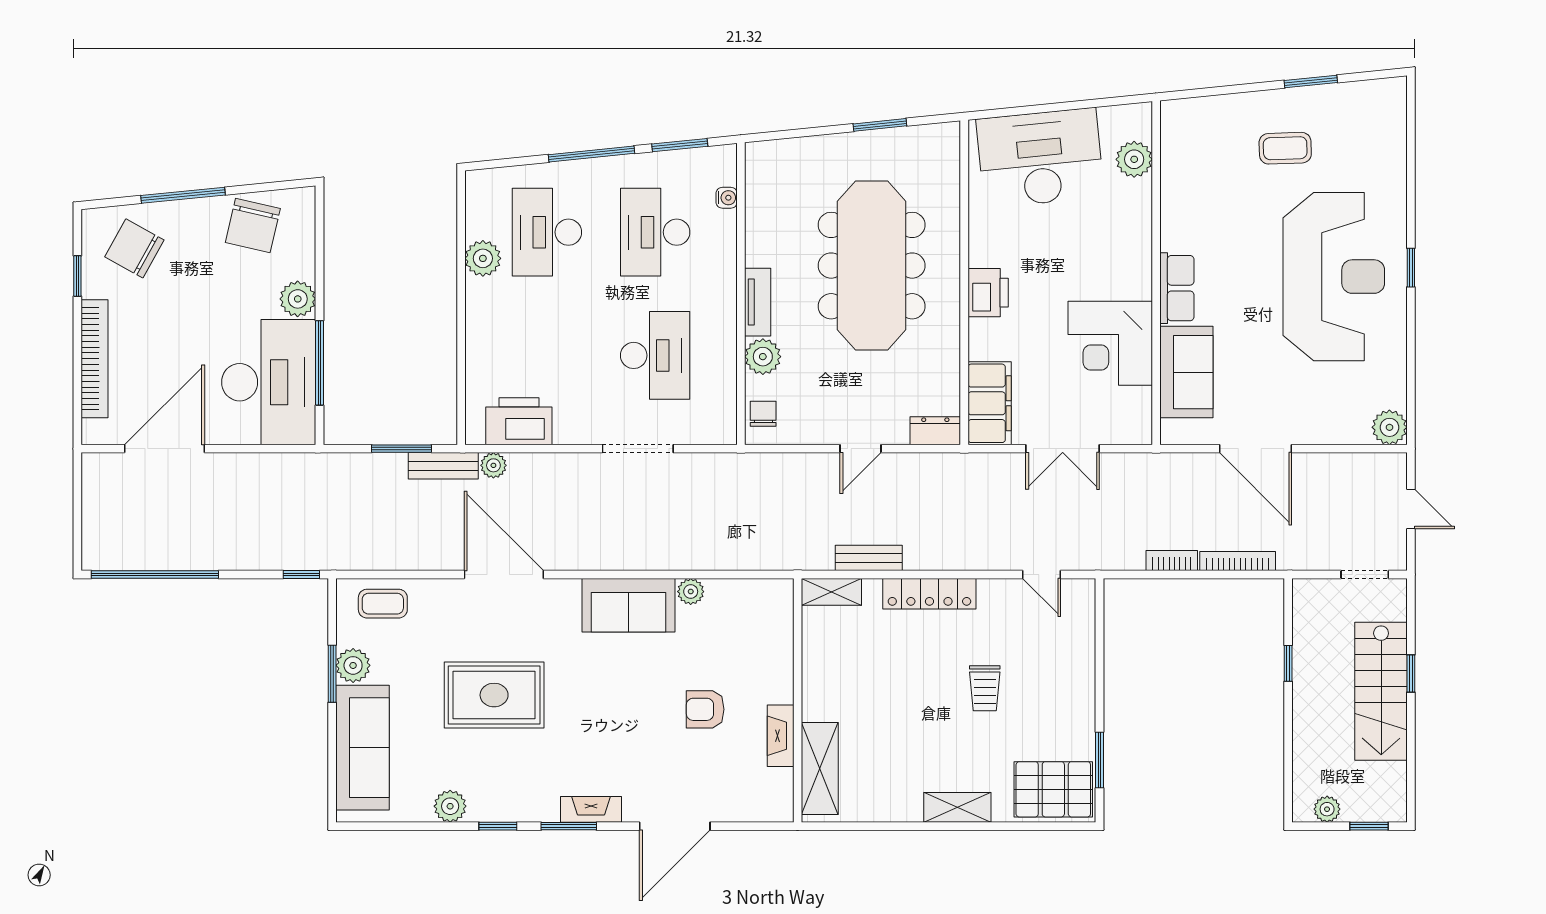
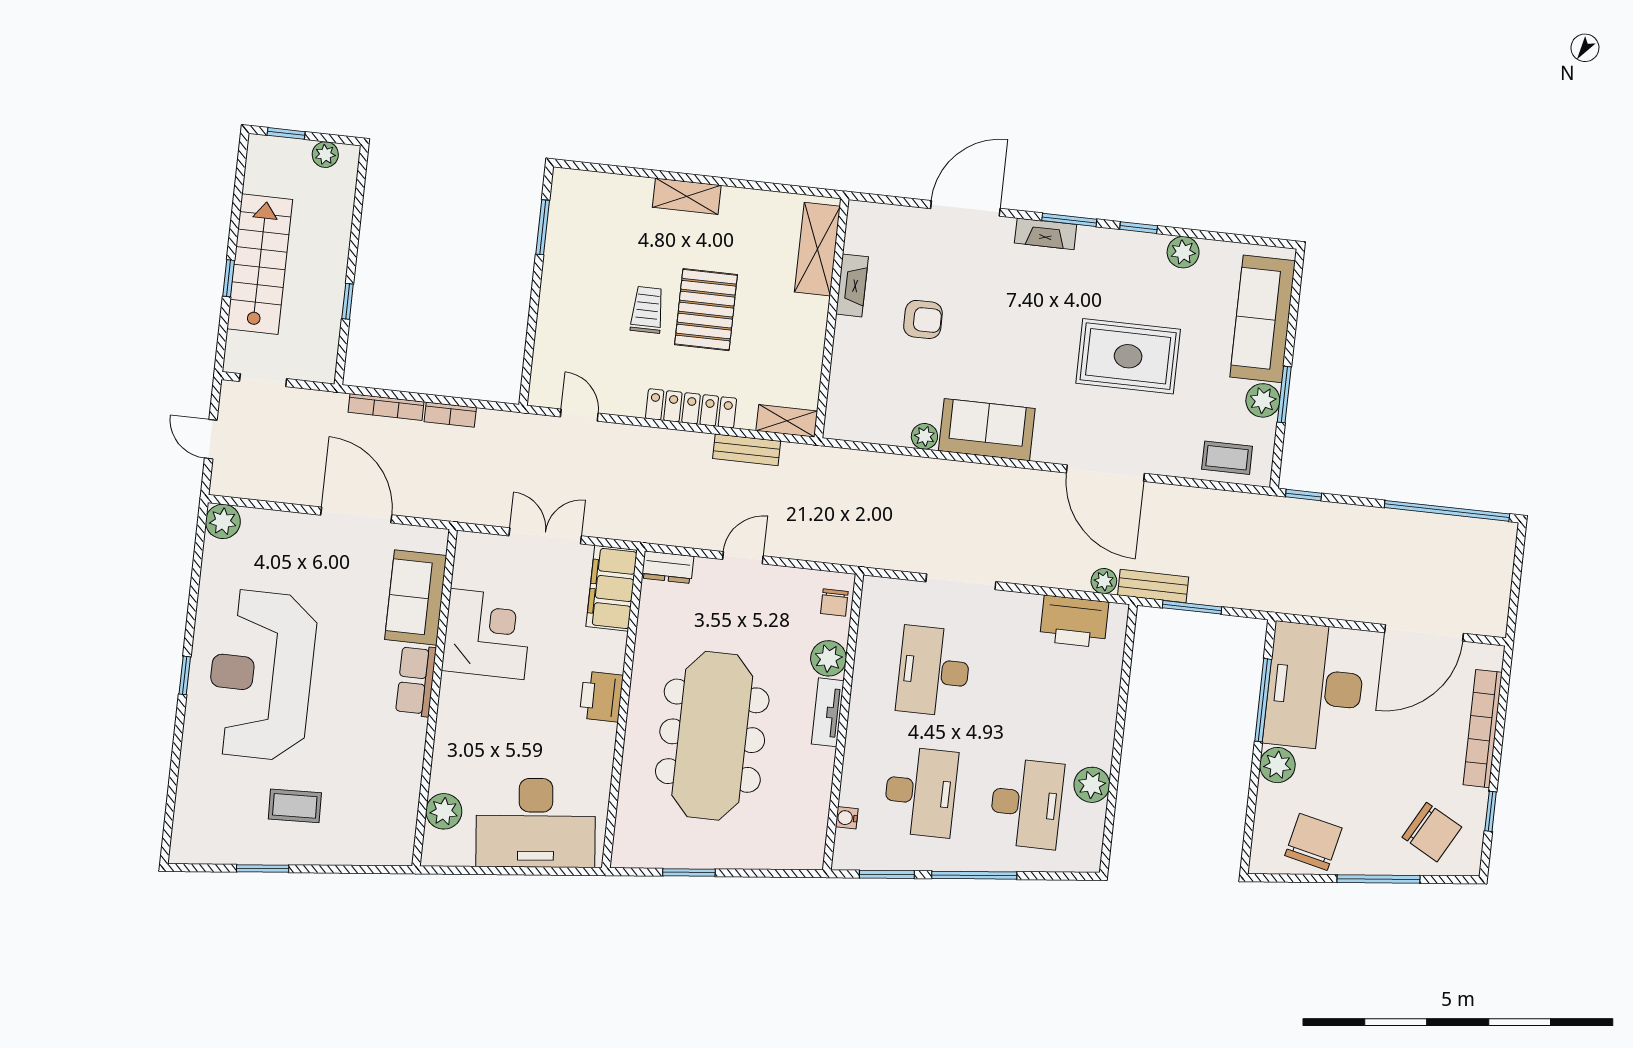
pallet: (1053, 789) -> (706, 310), moved, turned 90

